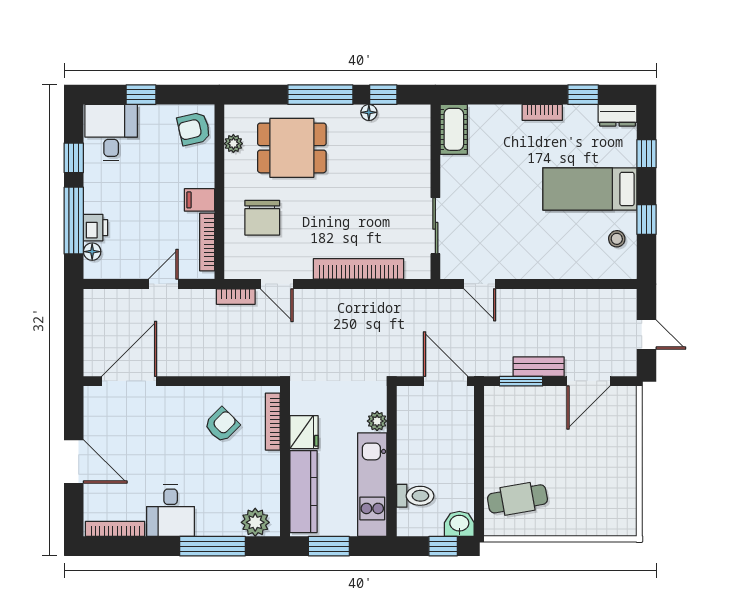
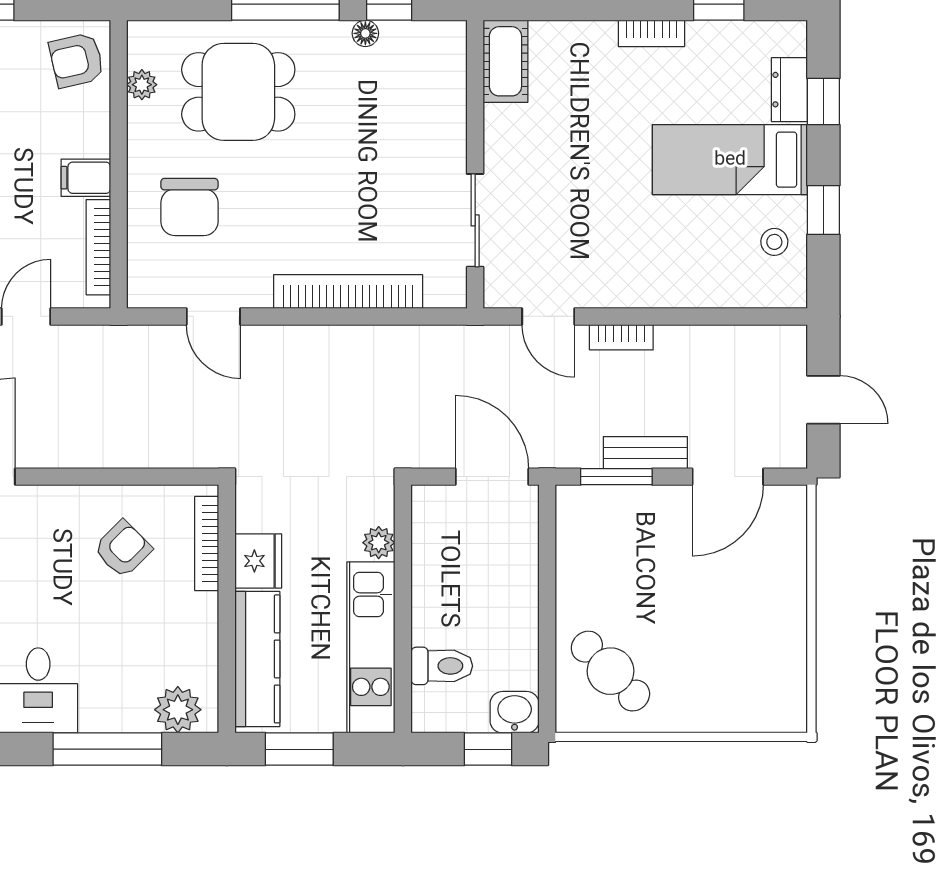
dresser: (617, 115) -> (789, 90), moved, turned 90
bookcase: (236, 297) -> (621, 337), moved
cafe table: (517, 499) -> (610, 671), turned 56

